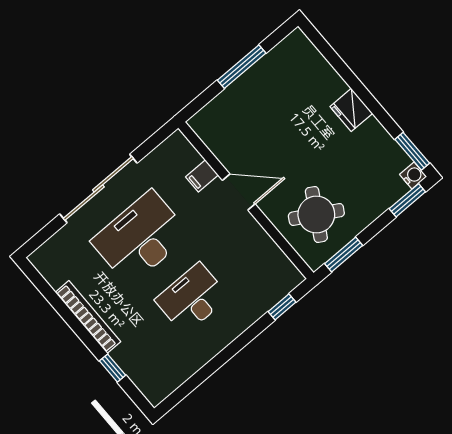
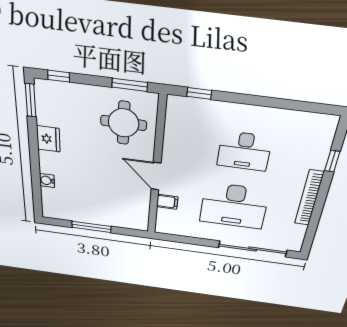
fridge: (351, 110) -> (48, 139), moved
water cooler: (413, 176) -> (47, 181), moved
sliding door: (98, 188) -> (253, 249), moved
window: (407, 200) -> (59, 76), width x0.67
round table: (316, 214) -> (124, 123), turned -30

